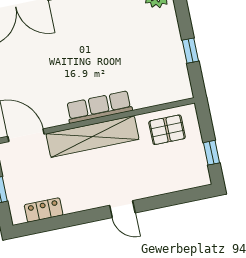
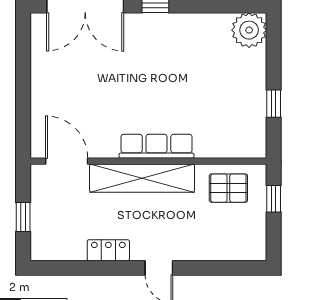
window: (212, 153) -> (274, 199), moved
locker: (44, 210) -> (108, 250), moved

